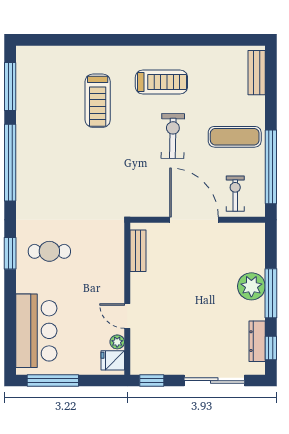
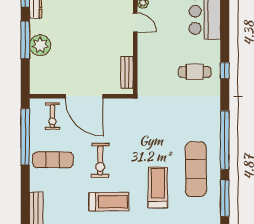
treadmill: (161, 82) -> (109, 202), turned 180
exercise mat: (48, 125) -> (196, 169), added
window: (10, 253) -> (225, 71), width x0.67

